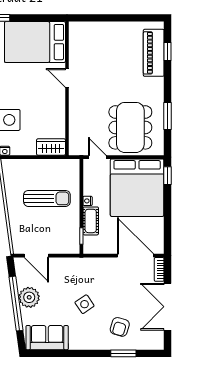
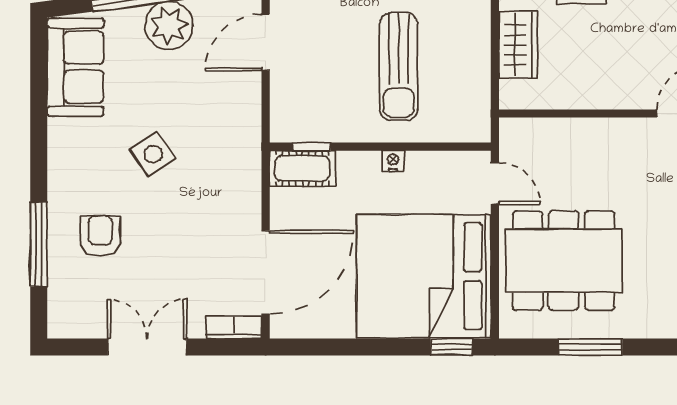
wardrobe: (51, 147) -> (518, 45), moved
door: (97, 157) -> (495, 184), hinge flipped
cot: (91, 221) -> (302, 168), moved
double door: (168, 307) -> (147, 347), width x0.73
armchair: (120, 327) -> (100, 236), turned 73
window: (123, 353) -> (39, 245), width x1.44

